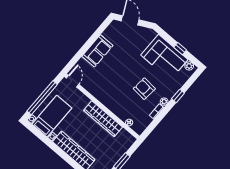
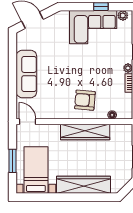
sofa: (97, 51) -> (26, 74), width x1.36
armchair: (144, 89) -> (85, 100), moved
window: (42, 98) -> (13, 161), width x0.47

